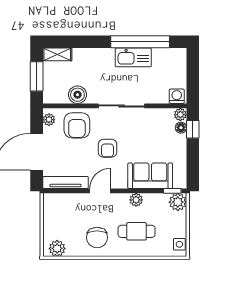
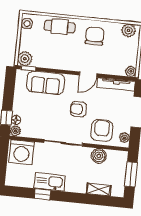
window: (140, 42) -> (42, 194), width x0.32
shelving: (57, 54) -> (98, 189), moved
washing machine: (177, 96) -> (22, 152), width x1.89, depth x1.89
armchair: (108, 148) -> (78, 109), turned -90
plant: (136, 200) -> (131, 71), moved
cafe table: (137, 231) -> (60, 27), moved

